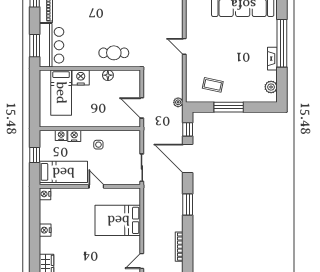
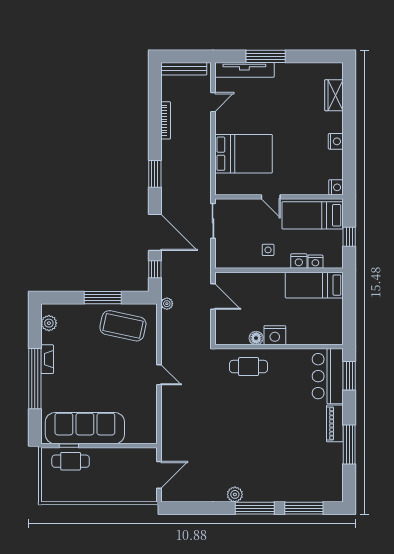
nightstand: (81, 77) -> (275, 335), moved
coffee table: (213, 85) -> (123, 326), width x1.86, depth x1.72
bed: (61, 93) -> (314, 285), moved, turned -90

